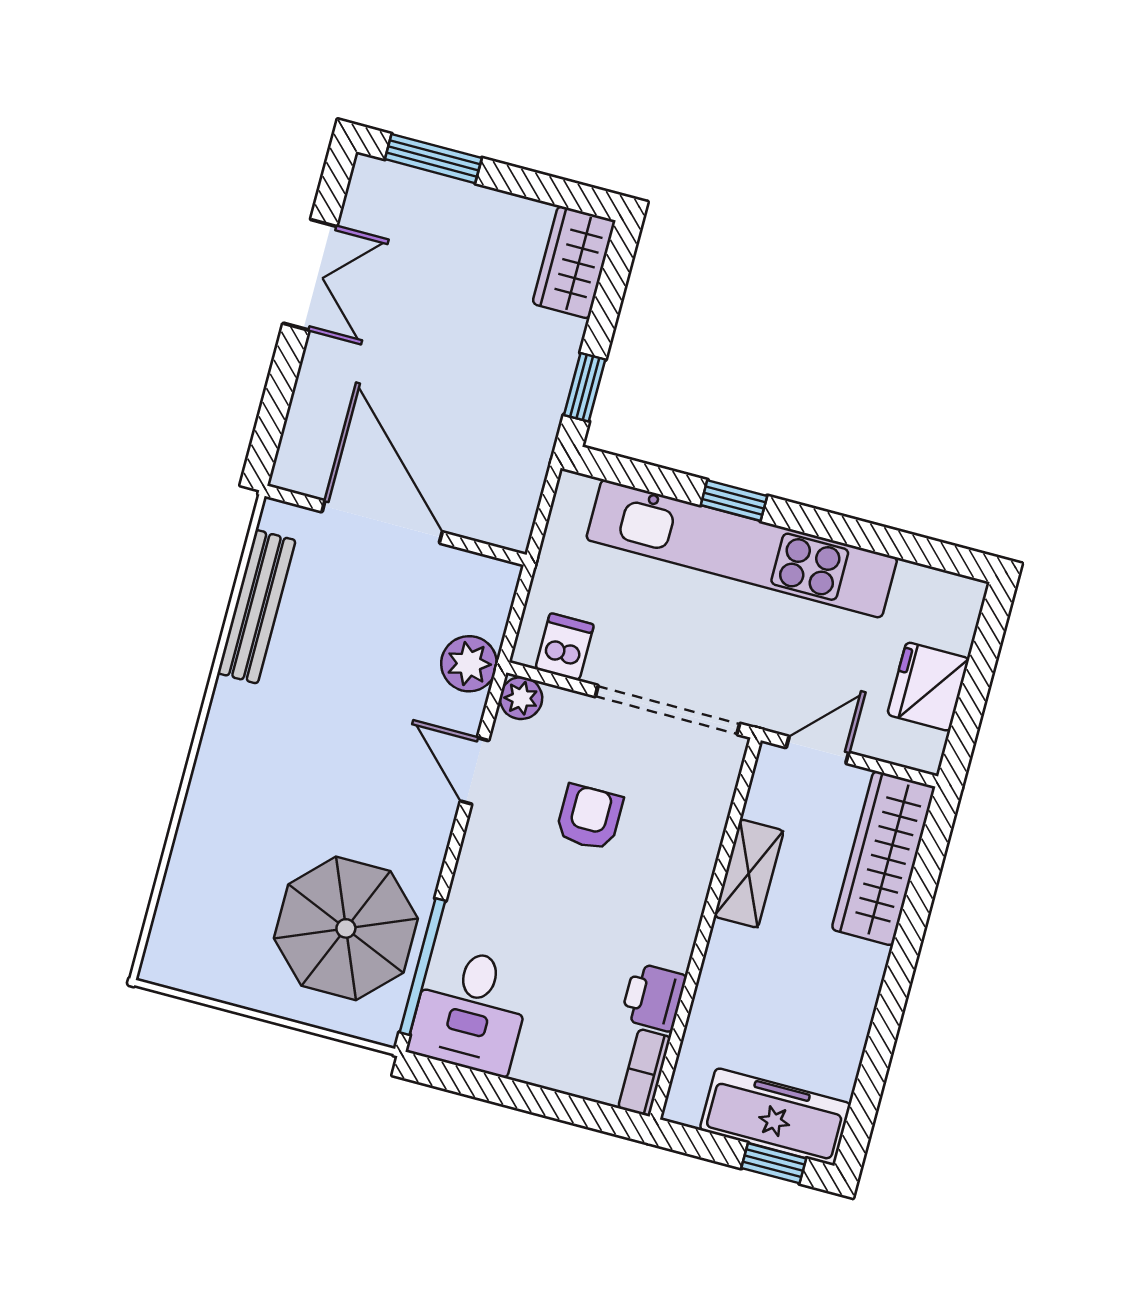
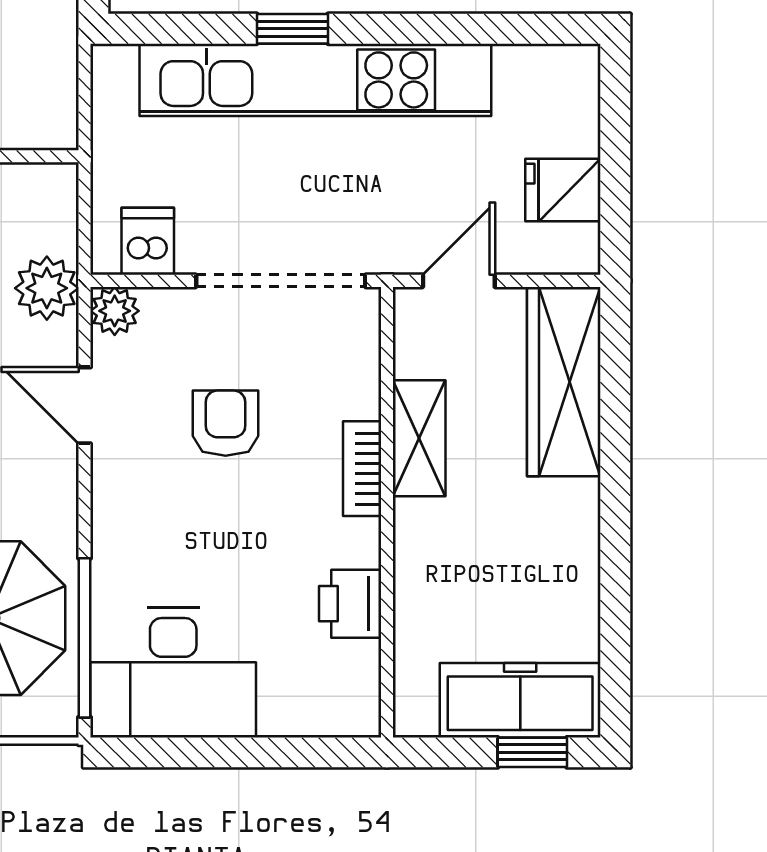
fridge: (928, 687) -> (563, 190), width x0.72
desk: (470, 1011) -> (173, 673), width x1.37
bookcase: (644, 1073) -> (362, 469), moved

